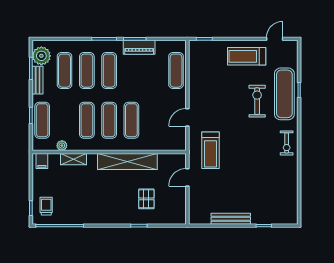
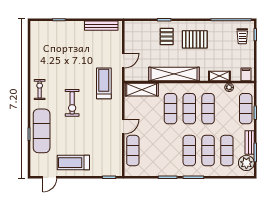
piano: (139, 47) -> (164, 170), removed
treadmill: (247, 56) -> (73, 163), turned 180
exercise bike: (257, 101) -> (72, 103), moved
door: (187, 117) -> (123, 127), moved
shelving: (166, 143) -> (142, 90), added
pallet: (146, 199) -> (167, 36), moved
pallet: (103, 202) -> (195, 39), added
bench: (231, 219) -> (101, 26), moved

